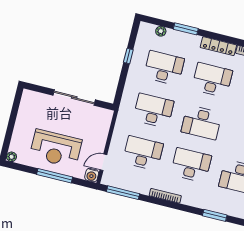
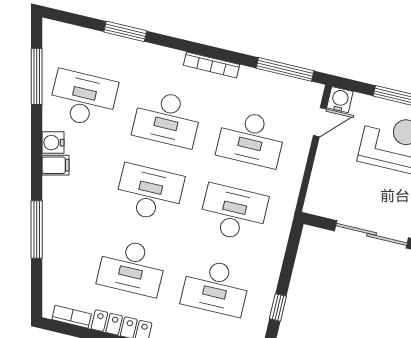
desk: (153, 111) -> (233, 213), turned 180

